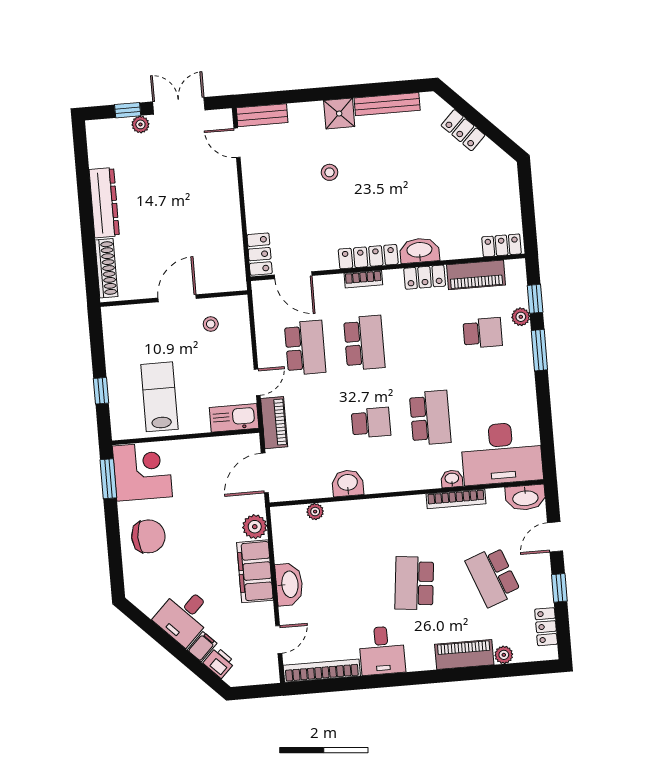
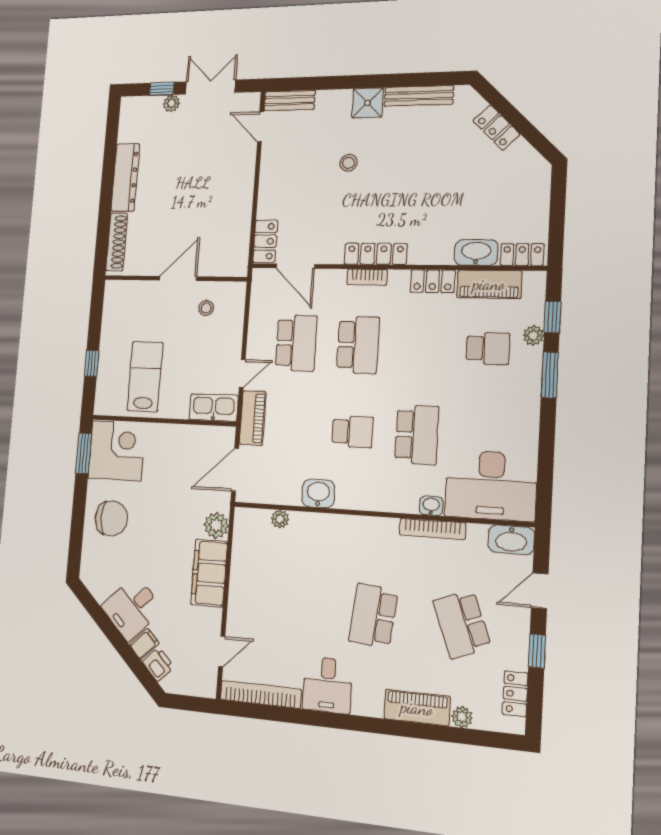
washbasin: (419, 251) -> (476, 252), moved
washbasin: (289, 584) -> (241, 593), removed

